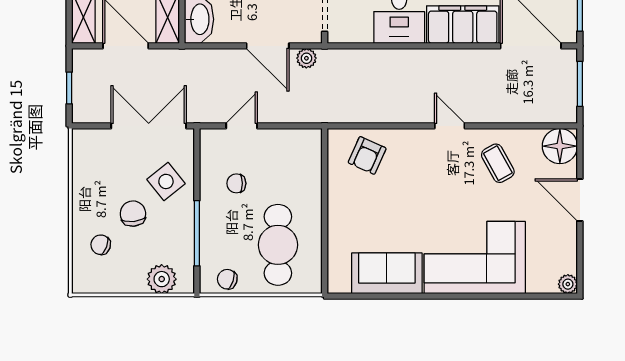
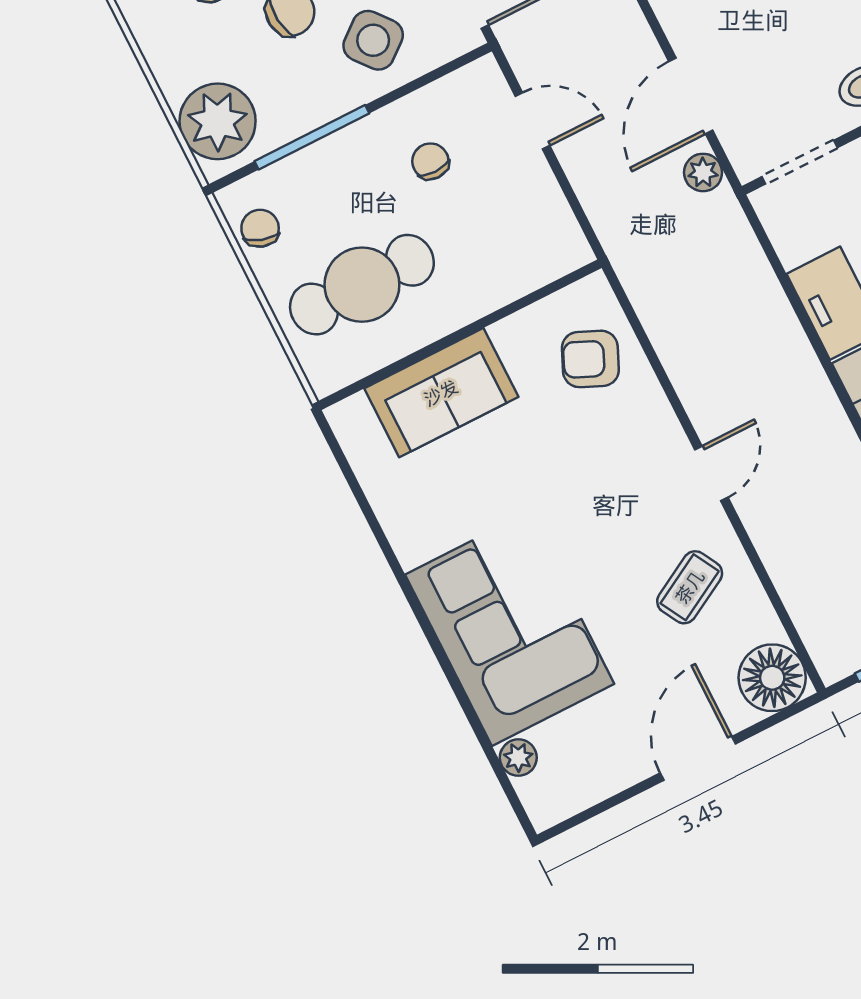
sofa: (387, 273) -> (441, 393), moved, turned 90
plant: (162, 279) -> (218, 121), width x1.36, depth x1.36
plant: (568, 284) -> (518, 758), moved

